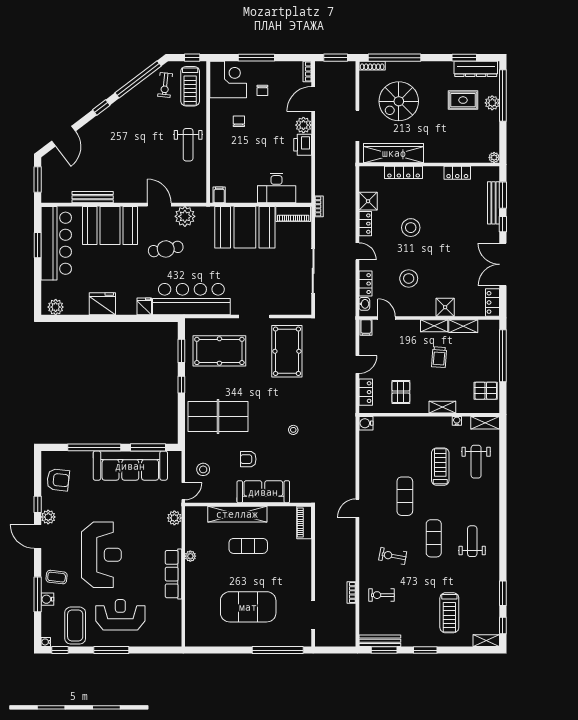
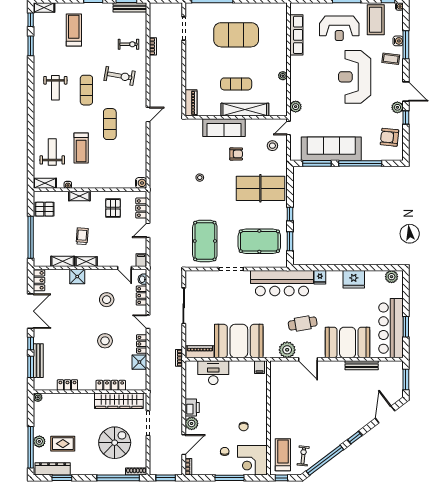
weight bench: (188, 145) -> (285, 408), removed
exercise bike: (393, 556) -> (120, 76), width x1.38, depth x1.39
row of seats: (173, 574) -> (296, 35), moved

